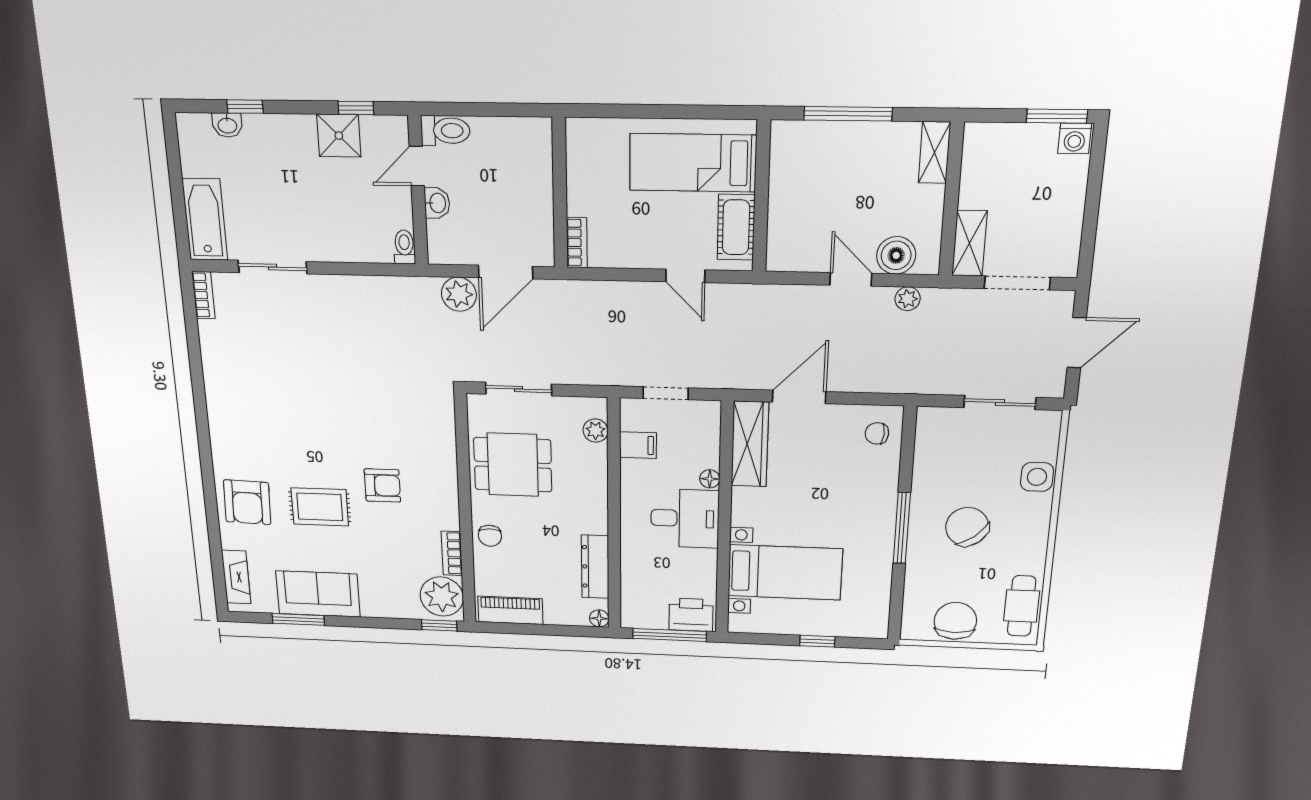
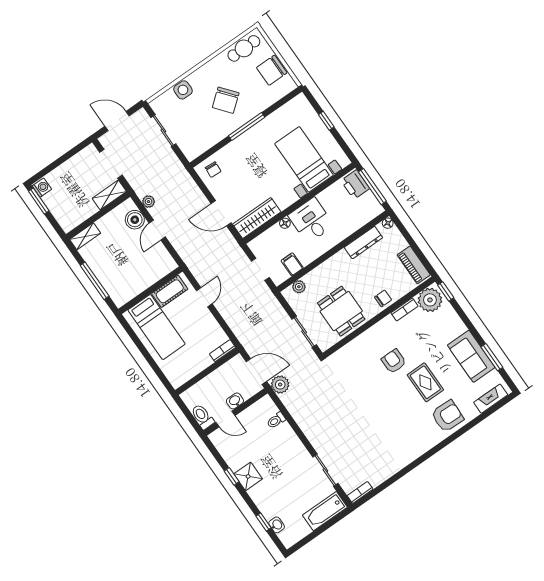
toilet: (445, 131) -> (202, 417), moved
door: (417, 166) -> (225, 419), moved
wall: (418, 191) -> (236, 412), moved
washbasin: (437, 203) -> (235, 401), moved

